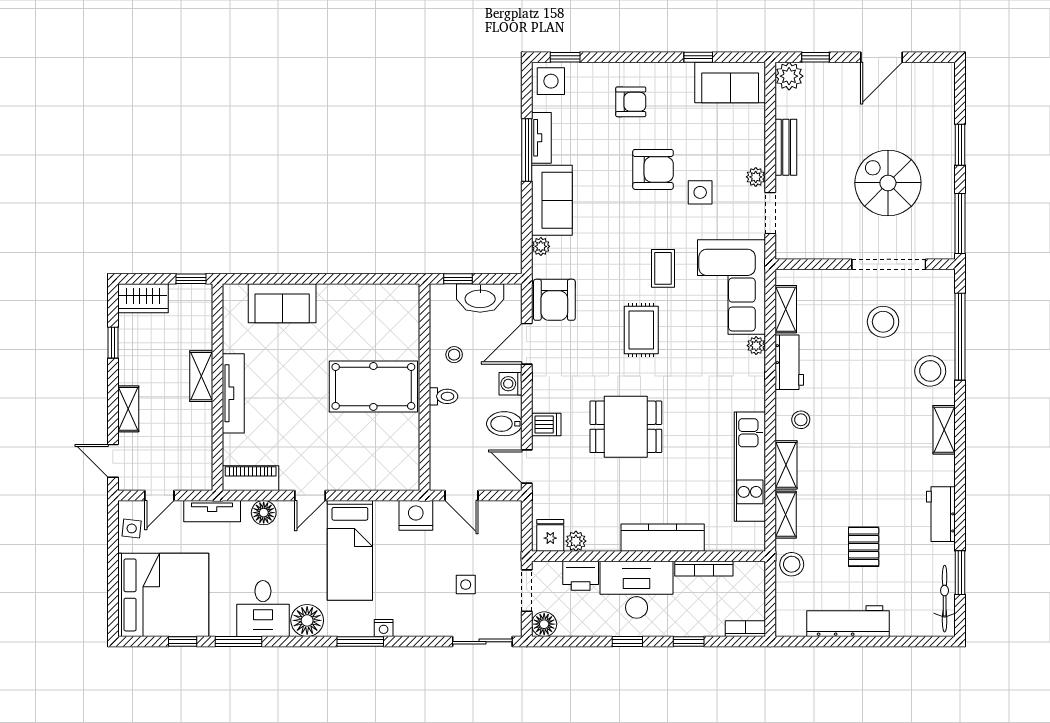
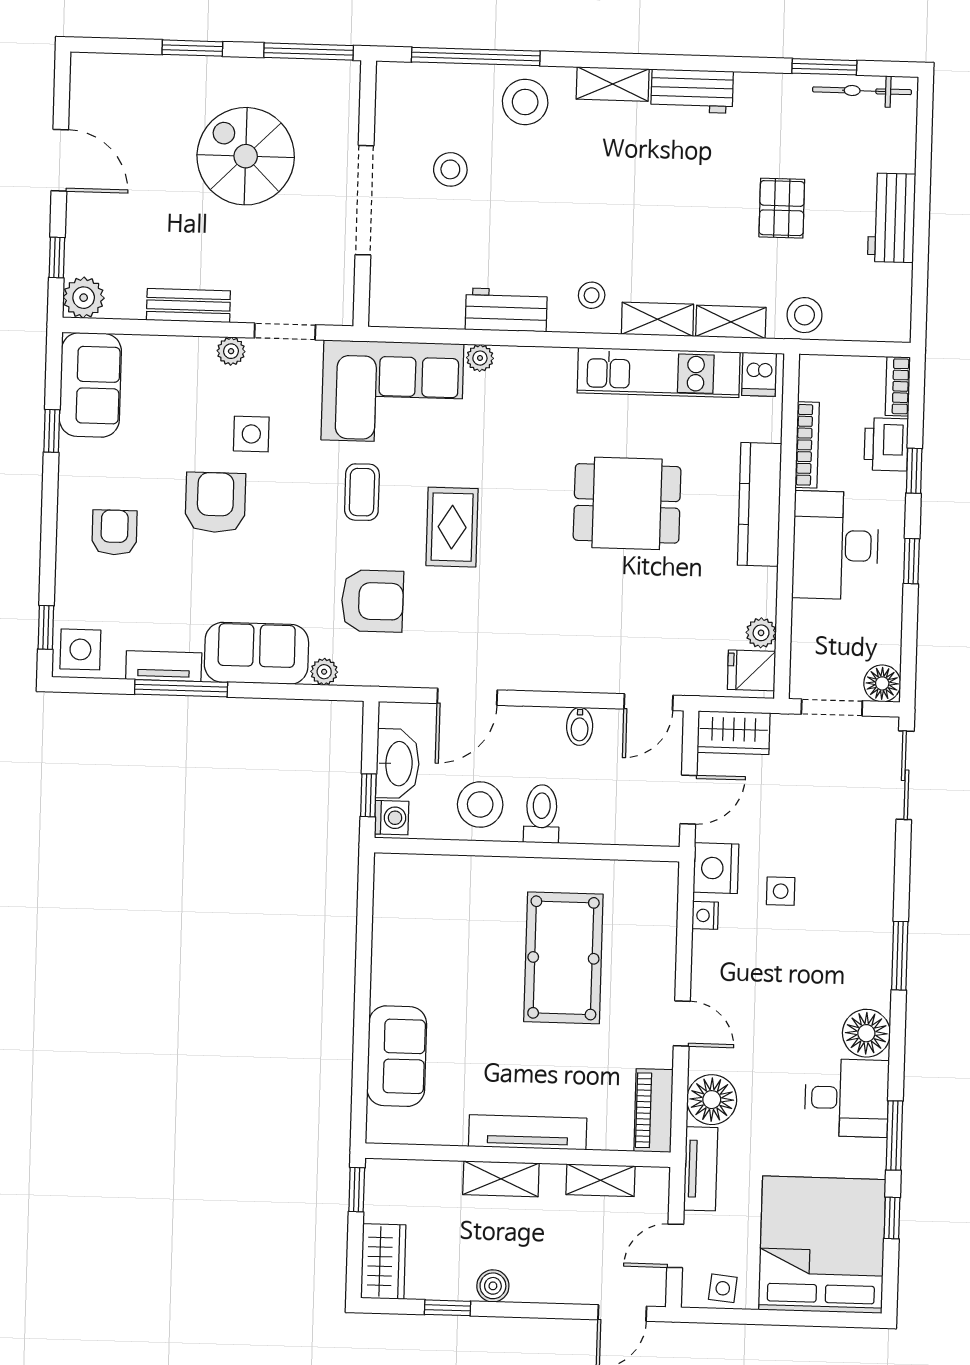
spiral stairs: (888, 183) -> (246, 156), turned 90
doorway: (889, 264) -> (364, 200), moved
coffee table: (663, 268) -> (362, 492), turned 90
armchair: (554, 300) -> (372, 601), moved
shelving: (786, 309) -> (428, 313), removed
stool: (883, 322) -> (450, 169), width x0.73, depth x0.73
rug: (641, 330) -> (452, 527), turned 90
door: (527, 344) -> (467, 697), hinge flipped
stool: (454, 355) -> (480, 804), width x1.89, depth x1.89
boiler: (129, 373) -> (493, 1286), added
washing machine: (511, 384) -> (392, 818), moved, turned -90
pool table: (373, 386) -> (563, 958), moved
toilet: (444, 396) -> (542, 814), width x1.37, depth x1.39
shelving: (128, 409) -> (601, 1180), moved
bidet: (504, 424) -> (580, 726), width x0.72, depth x0.74
dishwasher: (546, 425) -> (759, 374), moved, turned 180
dining table: (626, 427) -> (627, 503), moved, turned 90
door: (159, 495) -> (675, 1246), swing flipped
floor lamp: (264, 513) -> (712, 1100), width x1.38, depth x1.38
workbench: (941, 514) -> (692, 91), moved
wardrobe: (508, 525) -> (734, 733), added
pallet: (864, 547) -> (782, 208), turned 90
bed: (350, 550) -> (765, 967), removed
printer: (581, 576) -> (886, 444), moved, turned 180
side table: (466, 585) -> (781, 891), moved
workbench: (848, 621) -> (892, 218), width x0.73
nightstand: (384, 628) -> (705, 915), moved, turned 180

